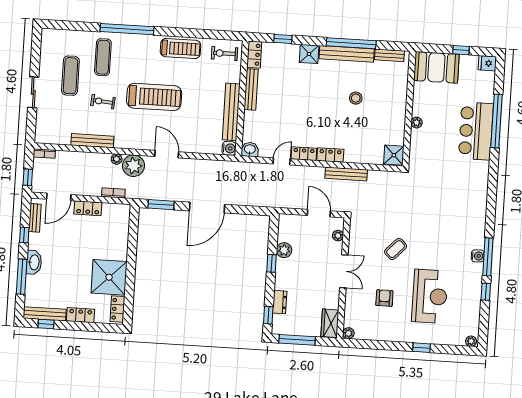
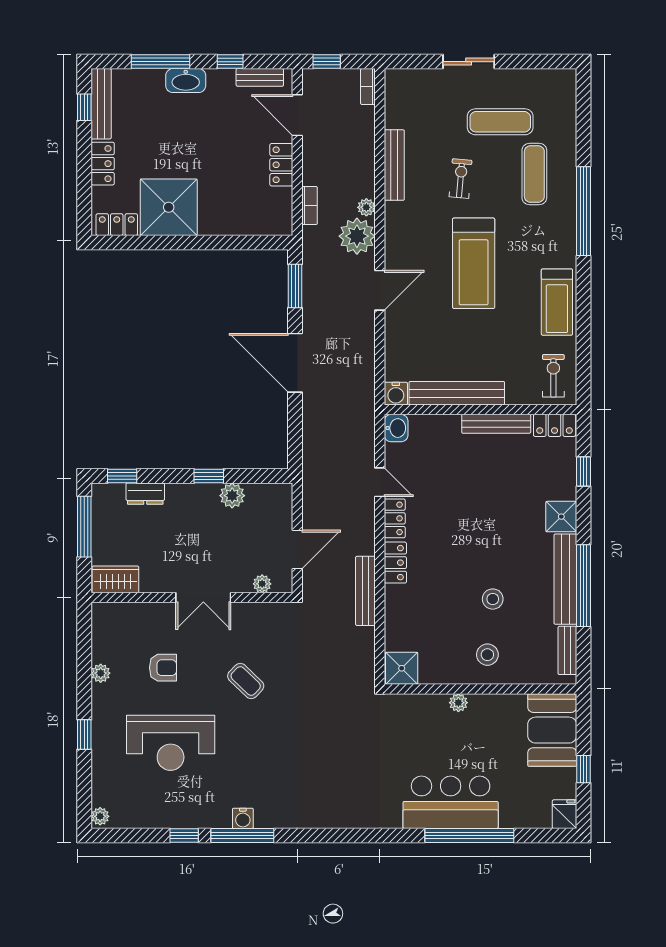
exercise mat: (103, 57) -> (534, 174), turned 90
stool: (389, 103) -> (487, 655), added
plant: (348, 333) -> (101, 673), moved

